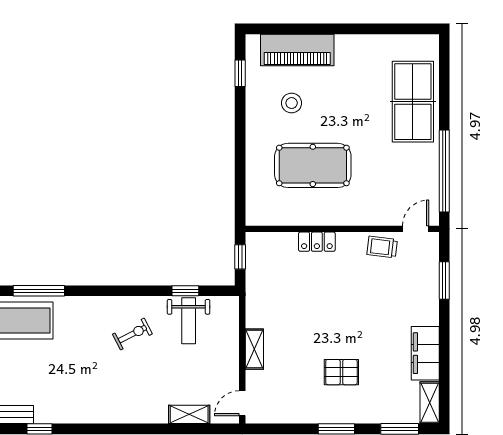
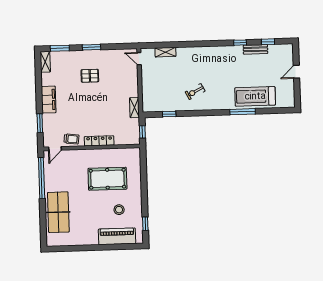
locker: (317, 242) -> (99, 141), width x1.53
weight bench: (189, 321) -> (167, 99), removed
shelving: (254, 349) -> (134, 108), moved
filing cabinet: (425, 353) -> (49, 100), moved
door: (242, 403) -> (139, 59), swing flipped

